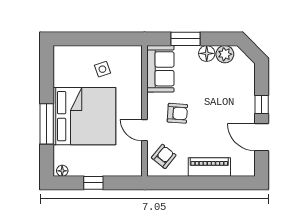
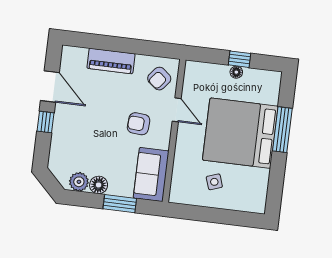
floor lamp: (62, 171) -> (236, 72), moved

